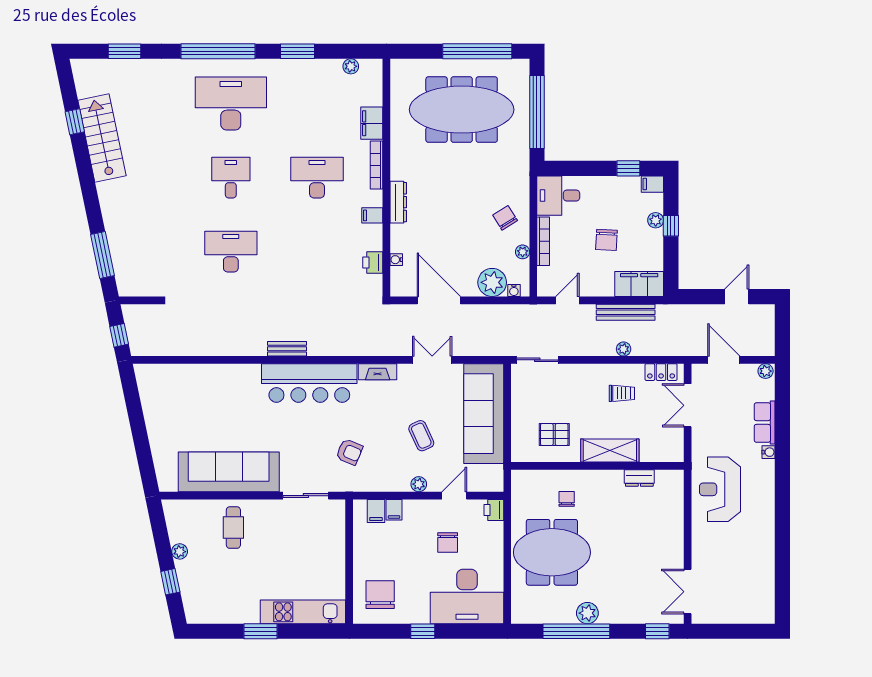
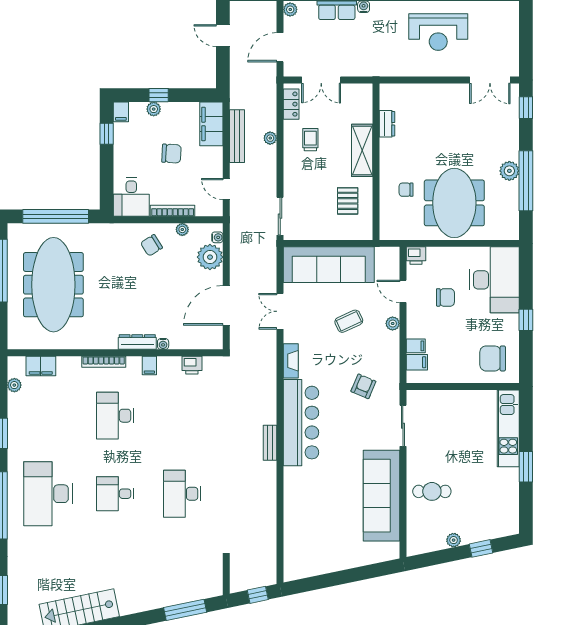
filing cabinet: (372, 123) -> (41, 366), moved
water cooler: (396, 260) -> (163, 344), moved
reception desk: (720, 489) -> (438, 32), moved

